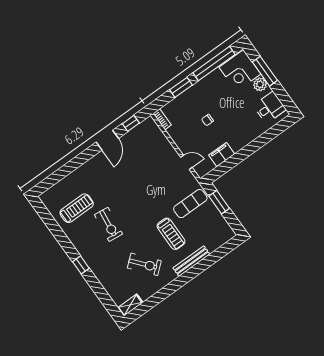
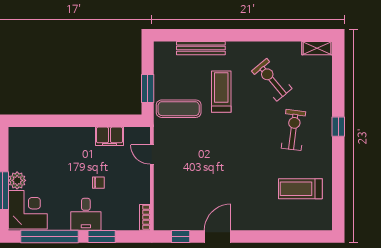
desk: (270, 107) -> (86, 214), moved, turned -90
exercise bike: (109, 224) -> (293, 130), moved
bench: (191, 261) -> (201, 48), moved

